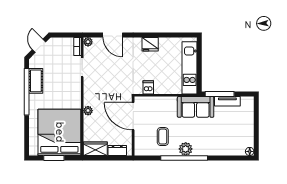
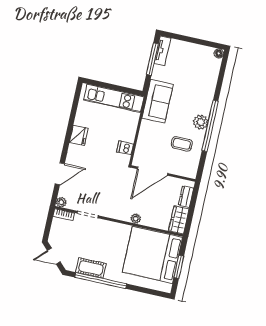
window: (220, 94) -> (152, 59), moved
tv unit: (227, 101) -> (162, 51), moved

